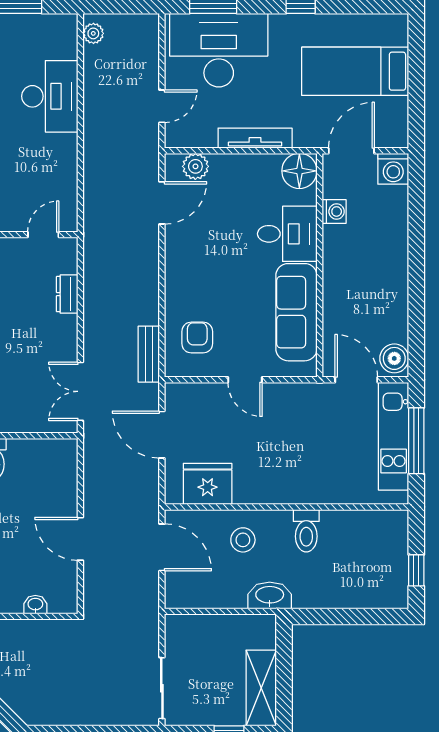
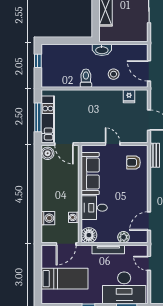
door: (162, 106) -> (149, 263), hinge flipped
plant: (195, 166) -> (123, 237), moved
washing machine: (393, 169) -> (48, 218), moved, turned 90
armchair: (197, 338) -> (134, 162), turned 90
fridge: (208, 484) -> (129, 96), width x0.53, depth x0.75

